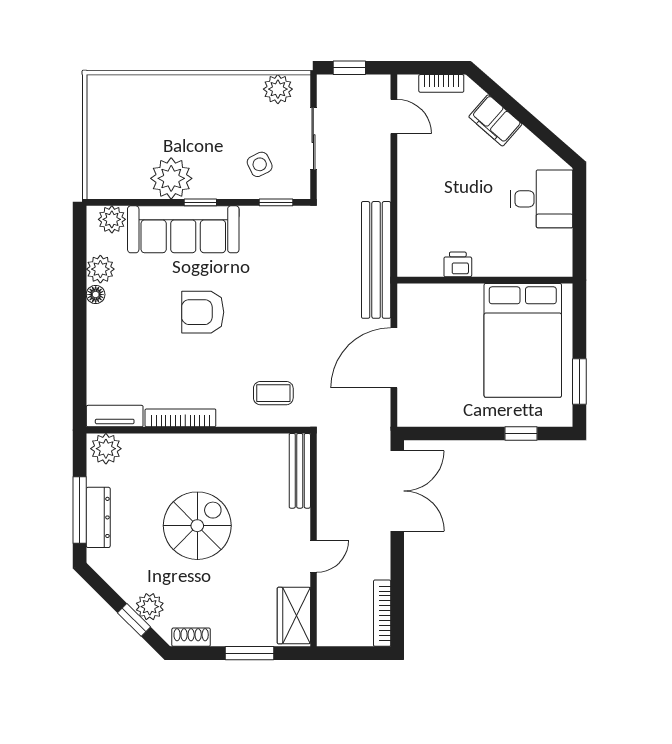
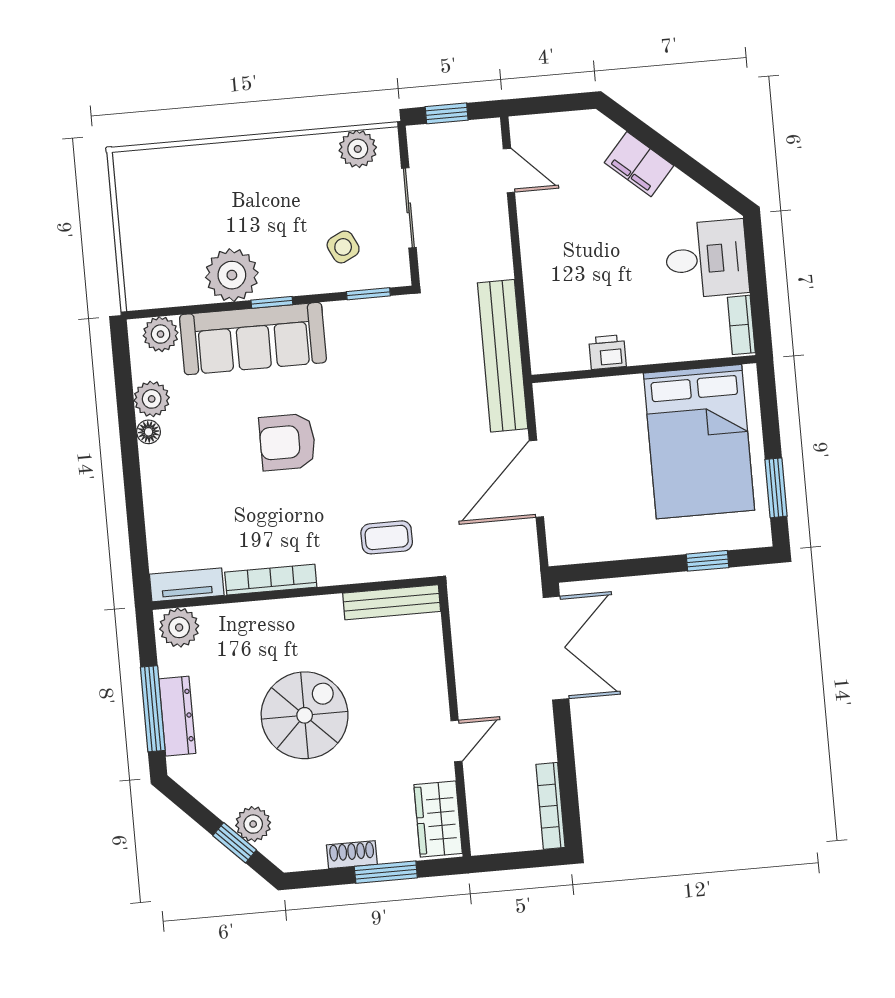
bookcase: (441, 83) -> (741, 325), moved, turned 90
bench: (300, 471) -> (392, 602), moved, turned 90
shoe rack: (191, 637) -> (352, 855), moved

